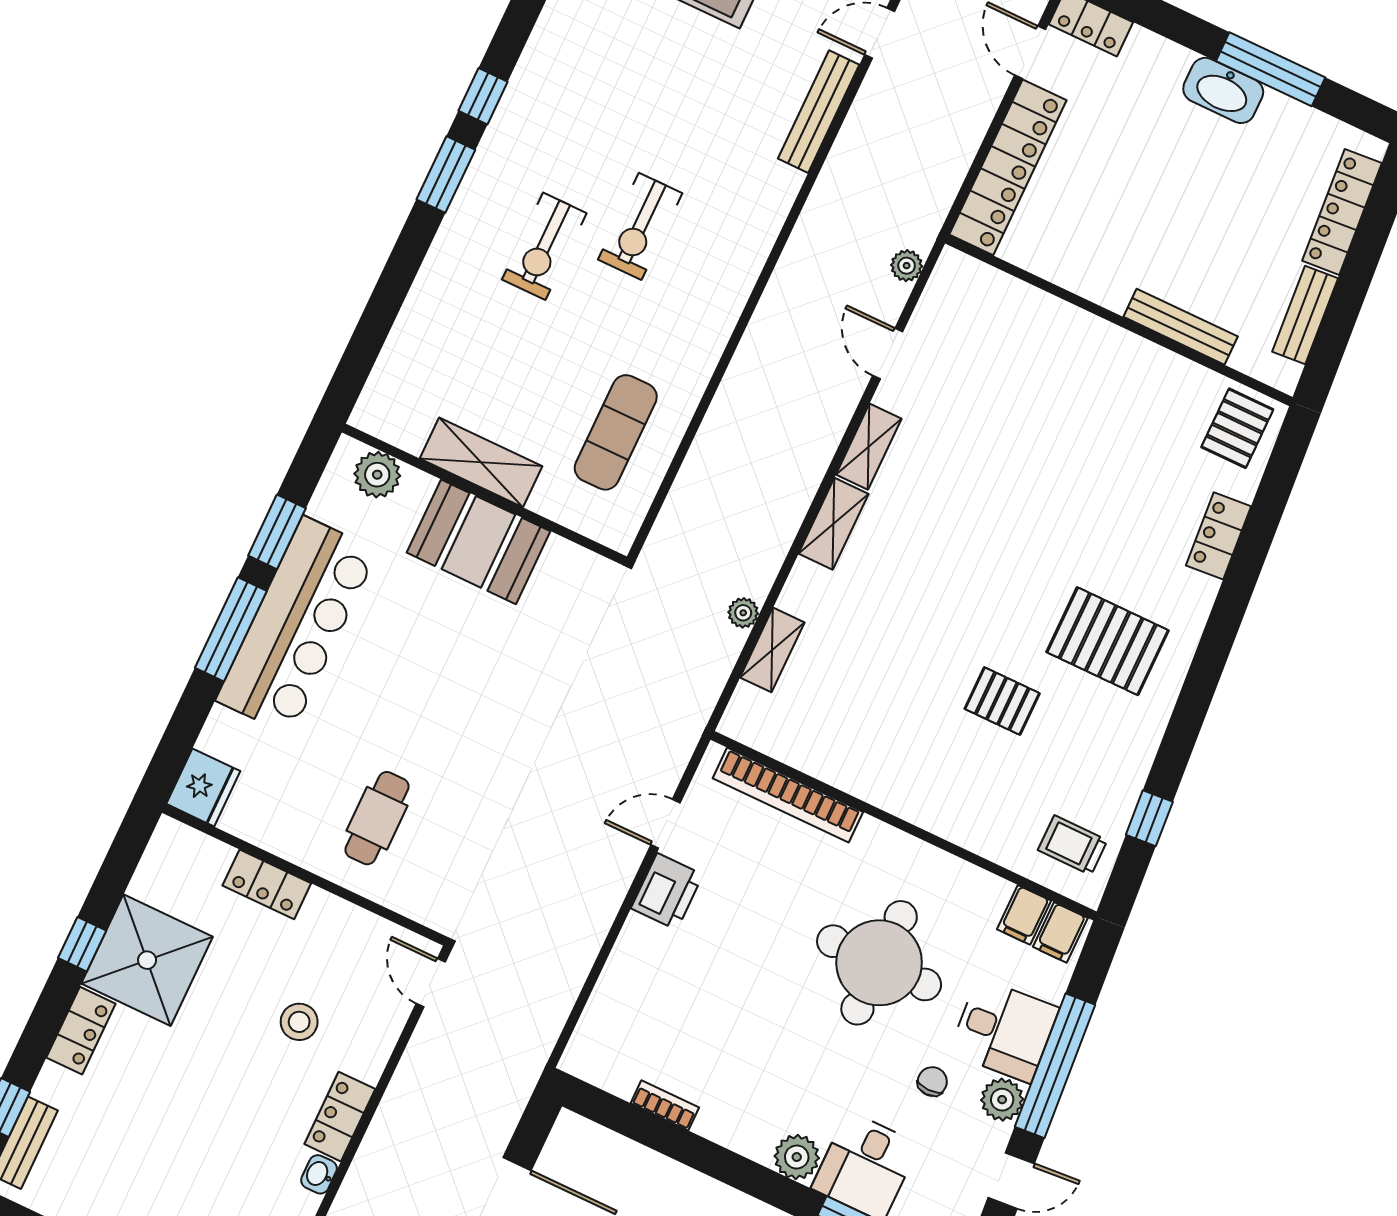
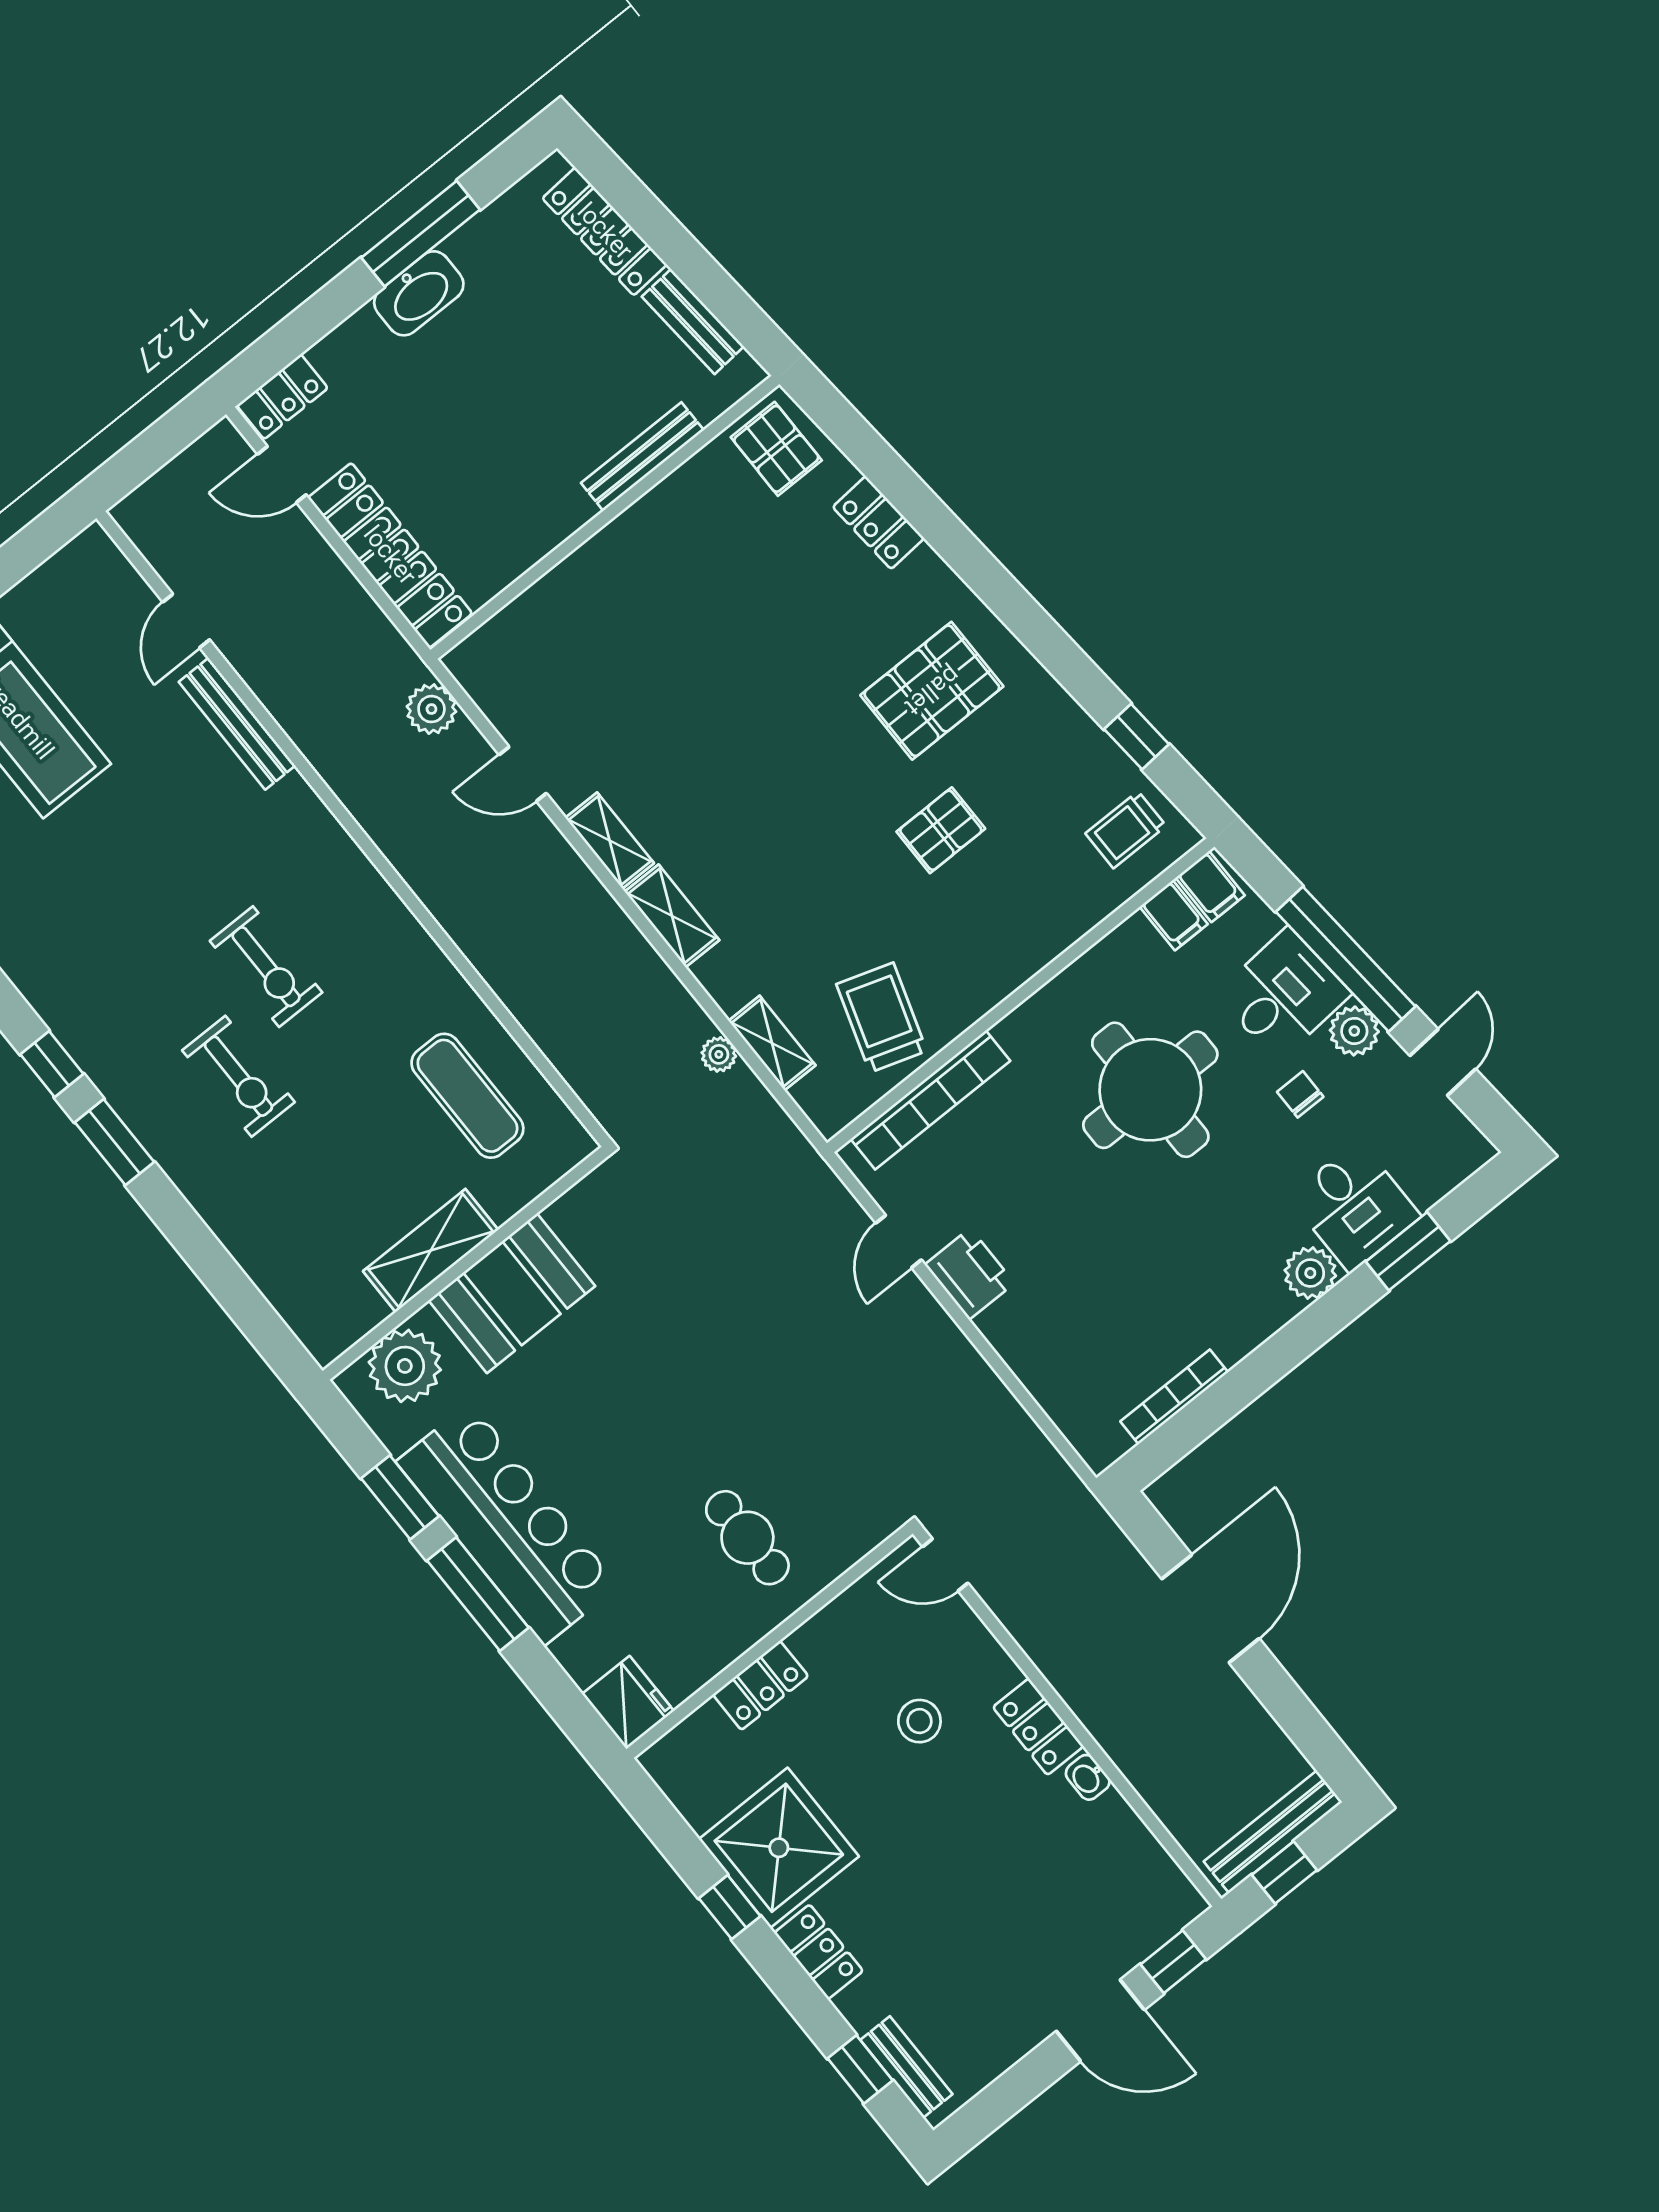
plant: (907, 266) -> (431, 709), width x1.38, depth x1.38
plant: (377, 475) -> (405, 1366), width x1.36, depth x1.36
trolley: (834, 726) -> (882, 1018), added
bookcase: (665, 1105) -> (1174, 1397), width x1.56

